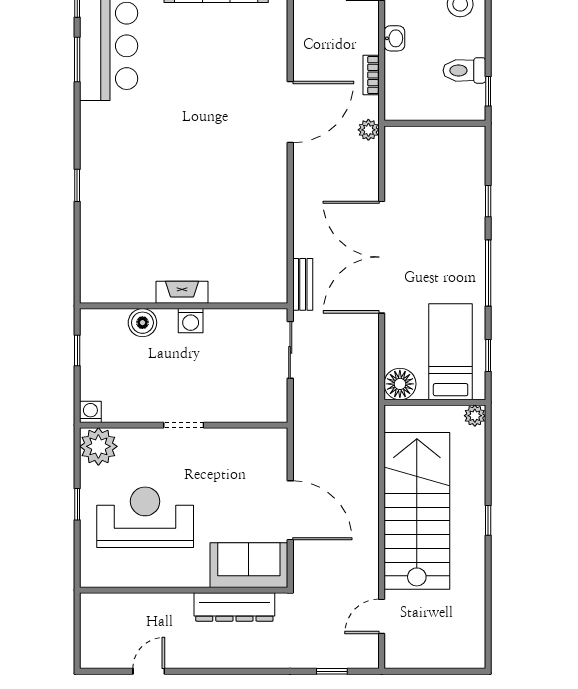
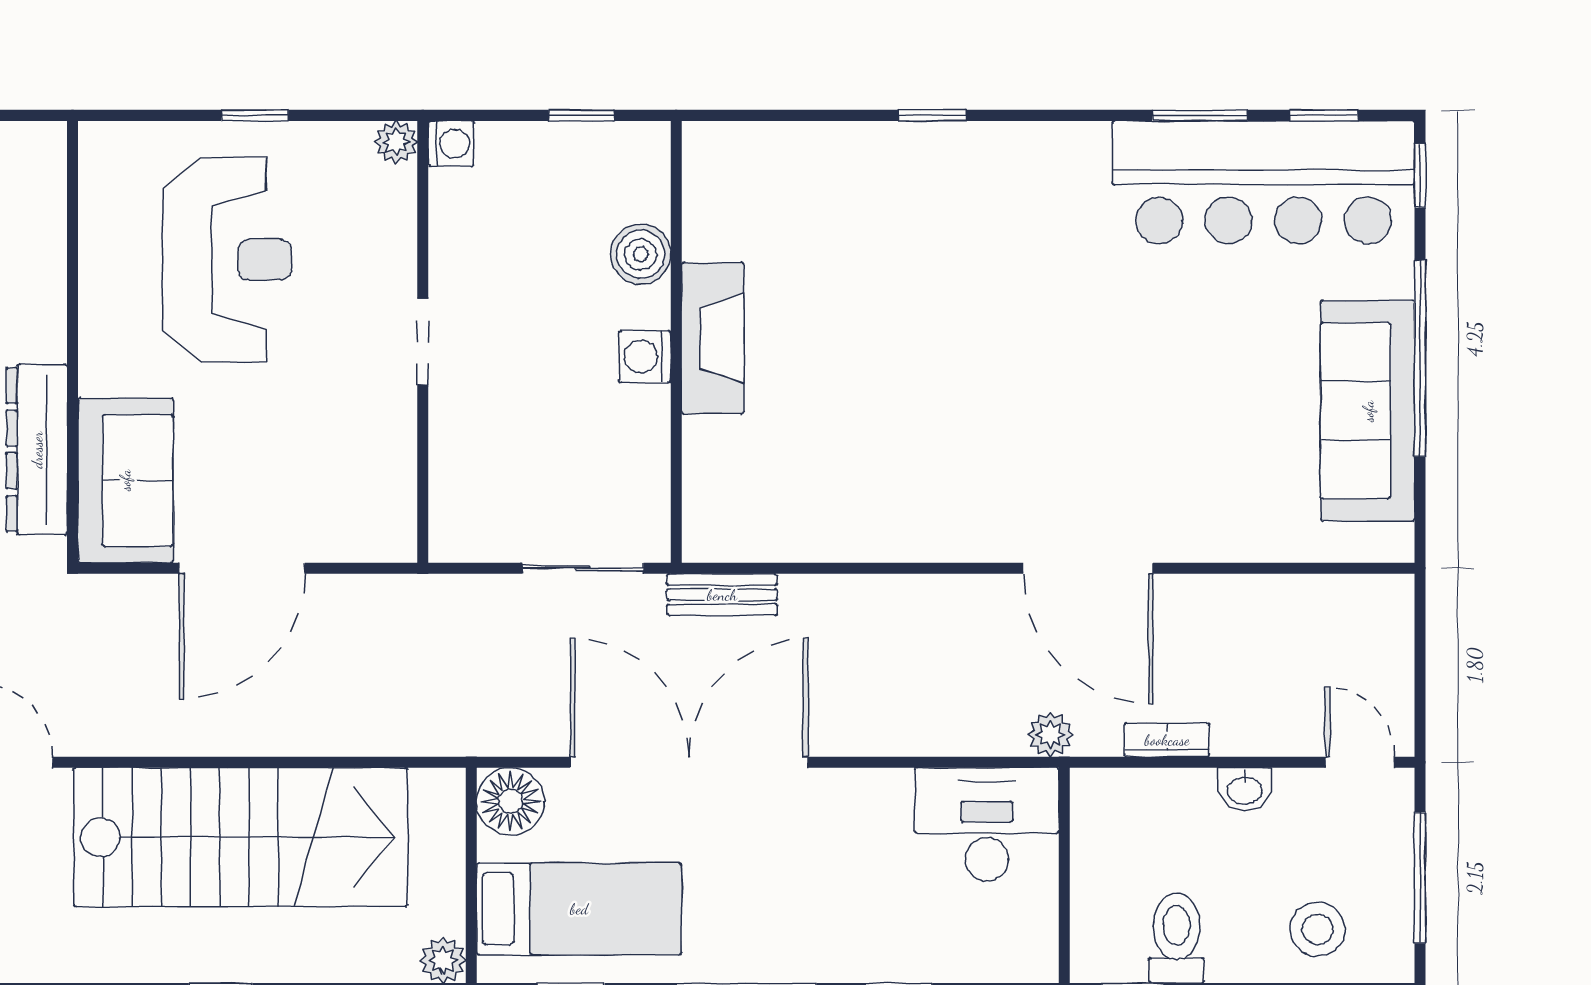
desk: (411, 160) -> (987, 824), added
double door: (382, 257) -> (689, 762), moved
fireplace: (182, 292) -> (713, 338), width x1.37, depth x1.32
plant: (98, 446) -> (396, 142), width x0.53, depth x0.53

